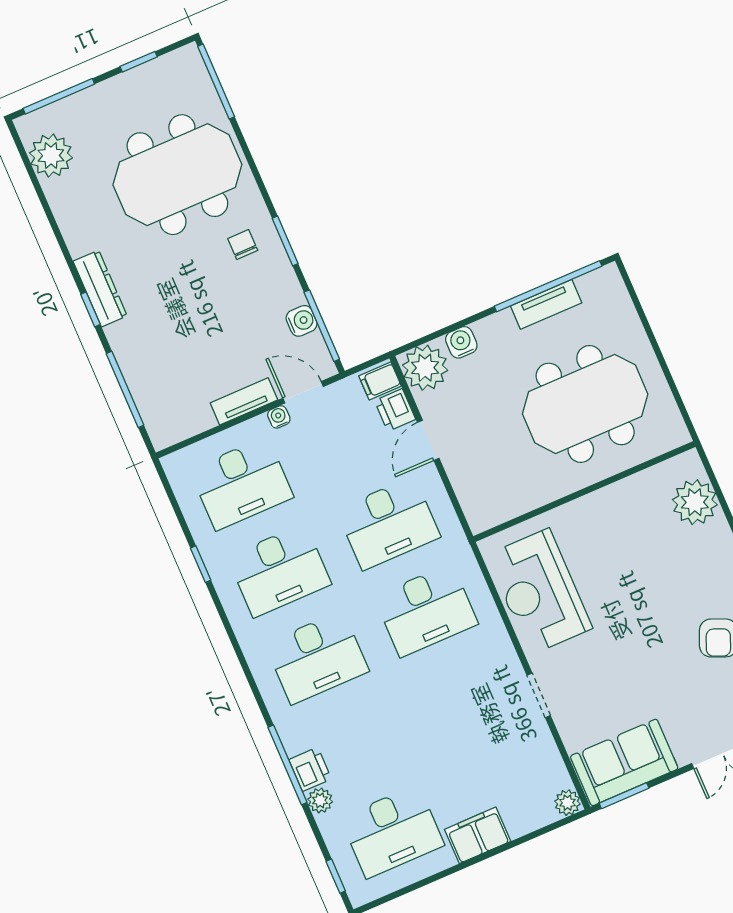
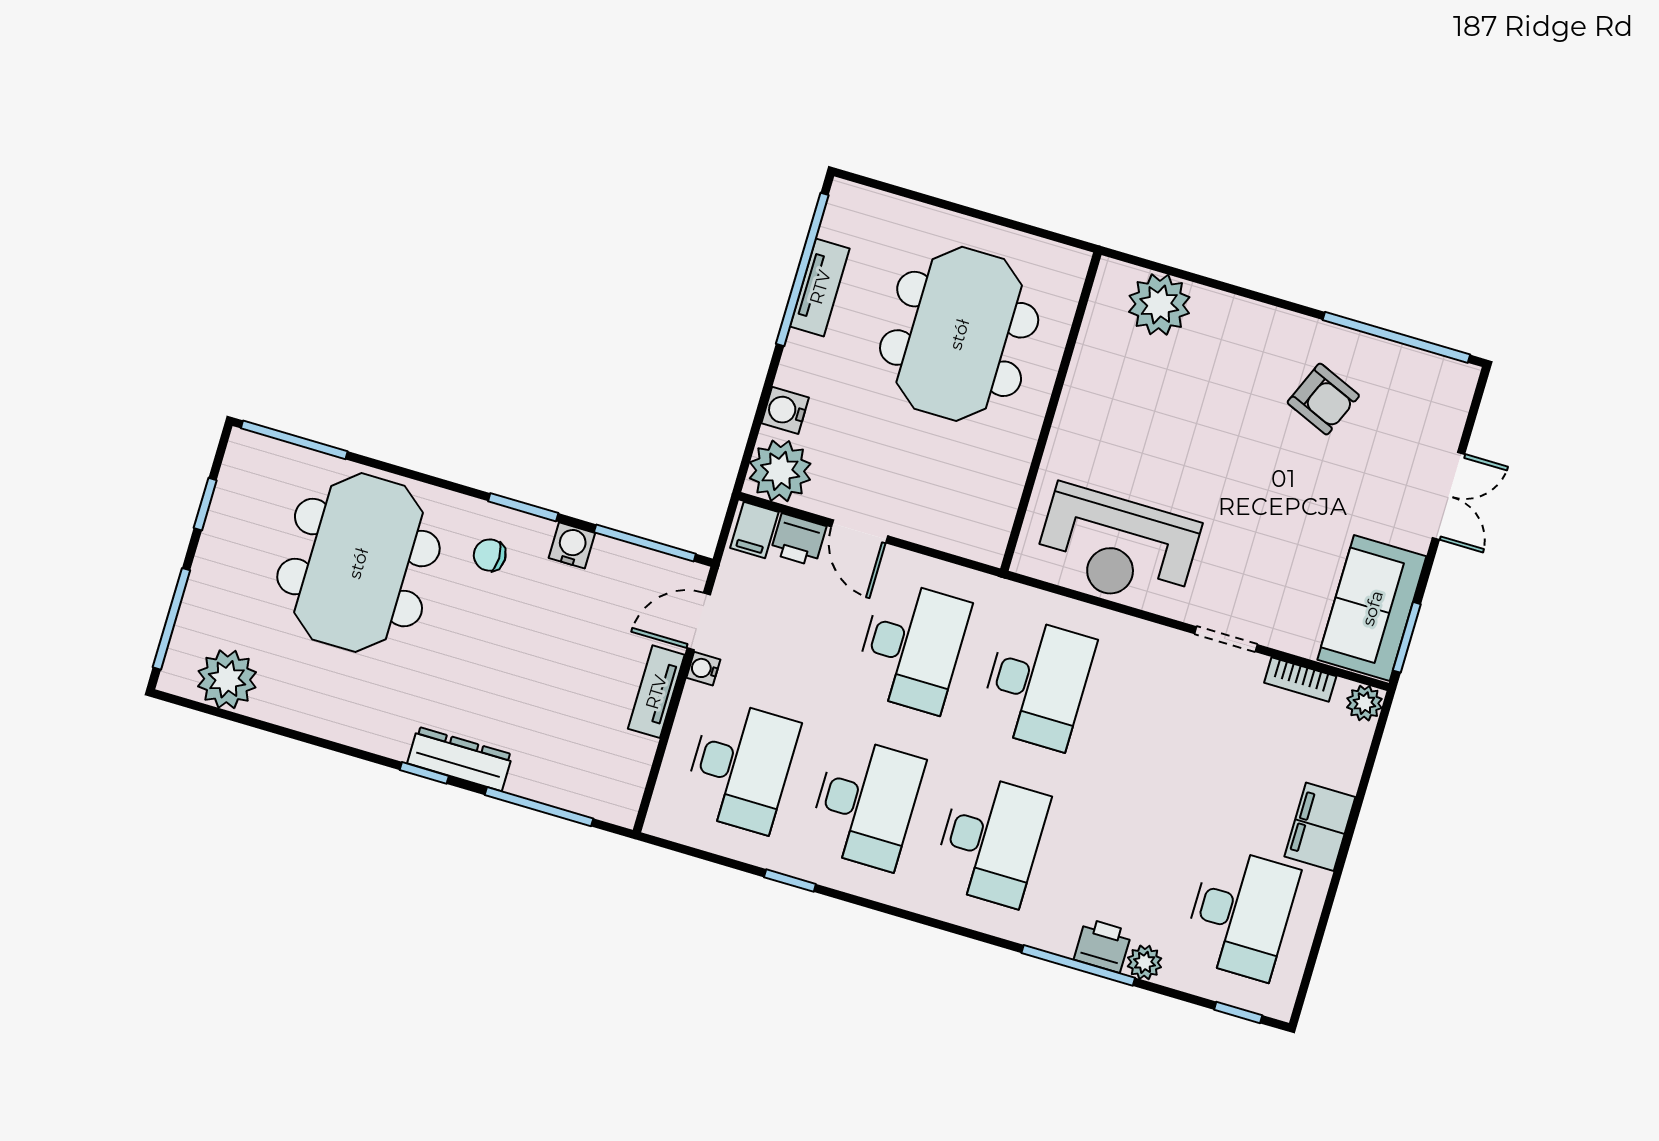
dresser: (100, 289) -> (460, 759), moved
water cooler: (302, 321) -> (572, 545), moved
bookcase: (551, 756) -> (1300, 680), added

